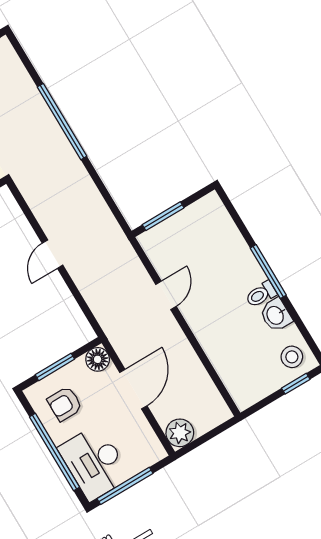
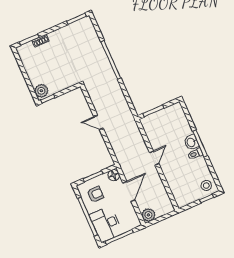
door: (53, 254) -> (98, 122), hinge flipped
door: (166, 295) -> (154, 158), moved
washbasin: (276, 315) -> (191, 142), moved
armchair: (65, 404) -> (95, 194), turned 180

